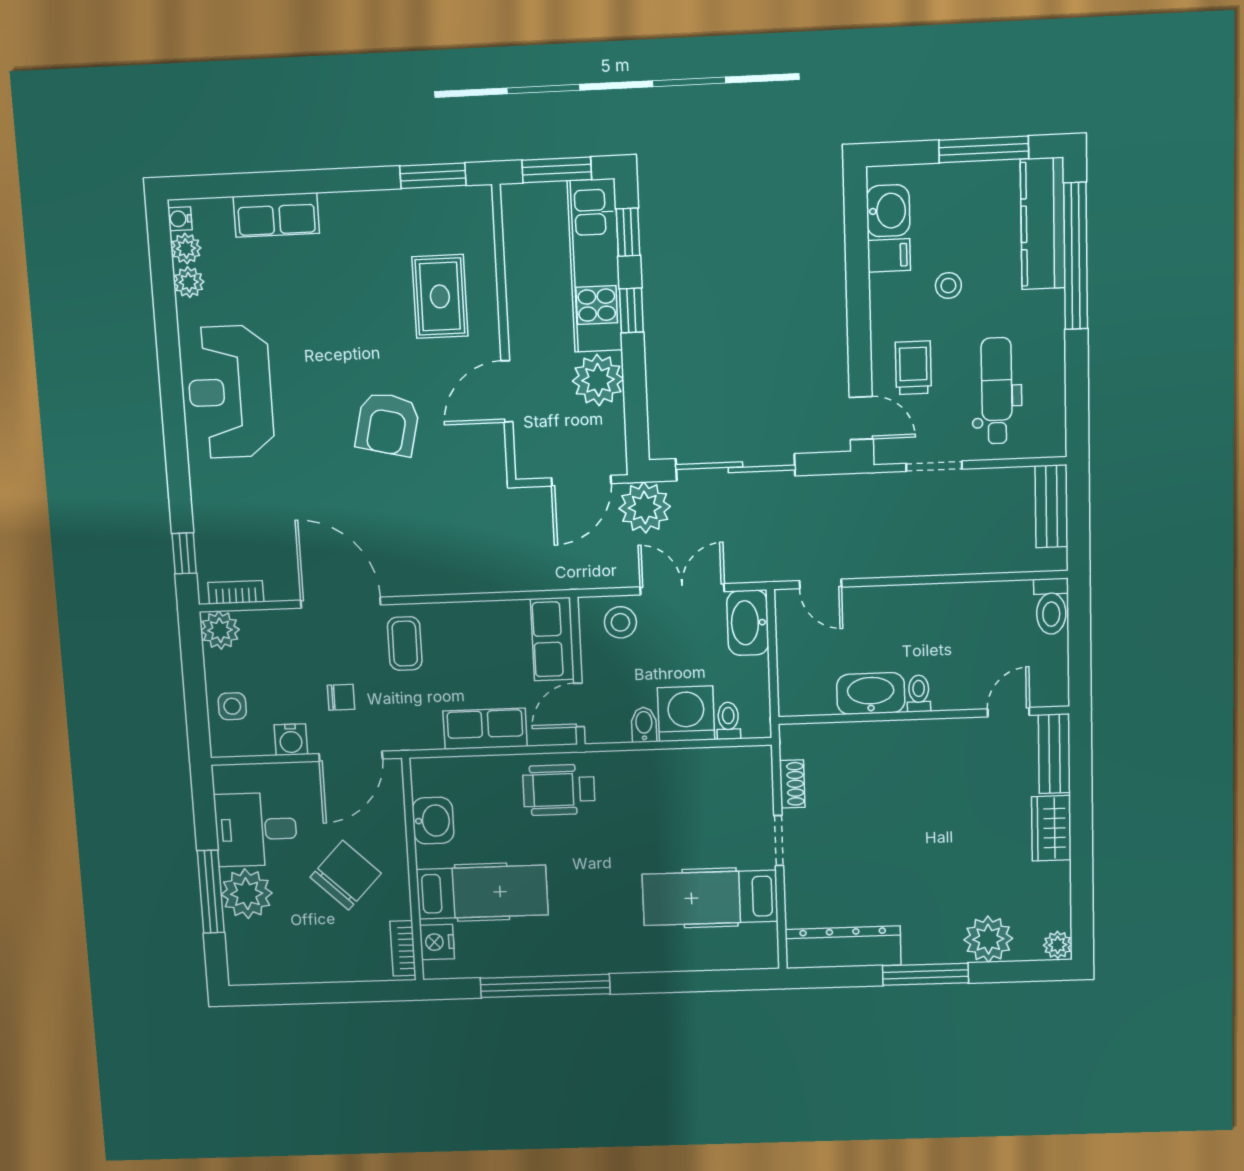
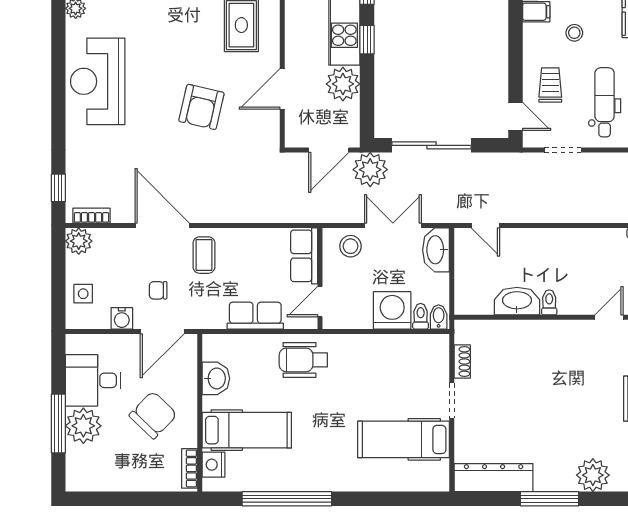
chair: (341, 697) -> (158, 290), turned 180
bidet: (644, 725) -> (439, 317), moved

